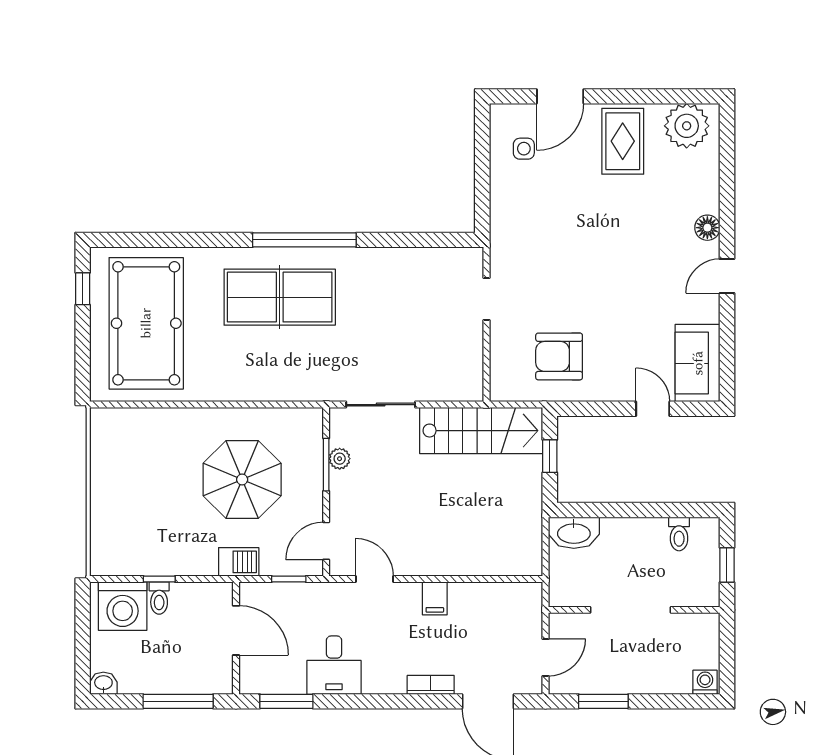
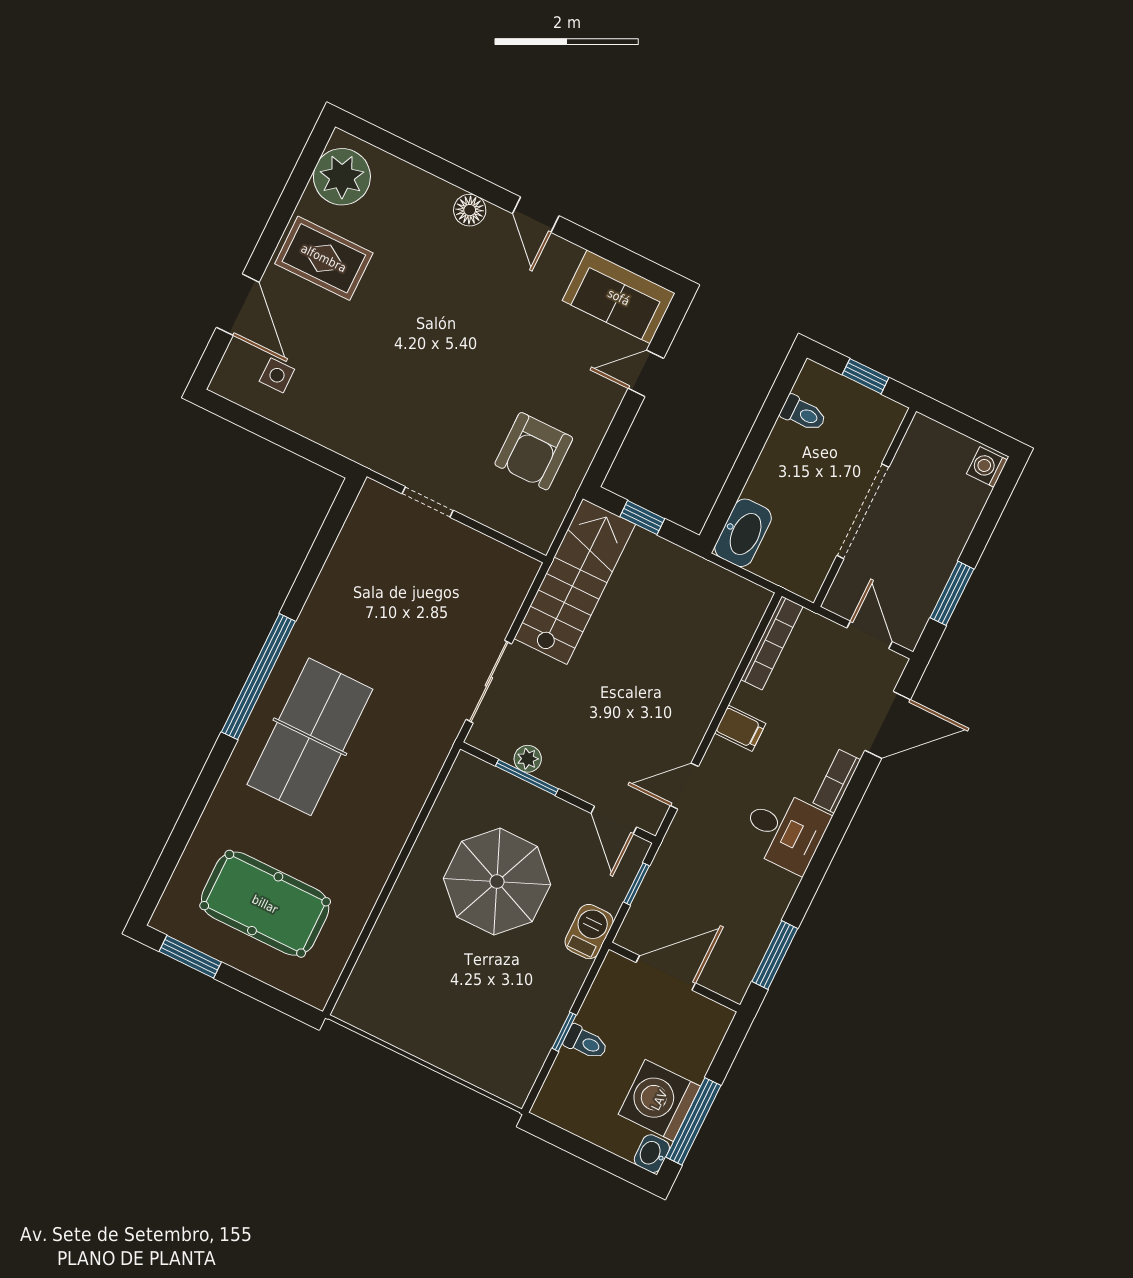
window: (83, 289) -> (190, 957), width x1.50
pool table: (146, 323) -> (265, 904), width x0.73, depth x0.76
bookcase: (506, 591) -> (772, 643), added
washing machine: (123, 606) -> (659, 1100), moved, turned 180
desk: (334, 665) -> (785, 830), moved
window: (178, 701) -> (693, 1121), moved

